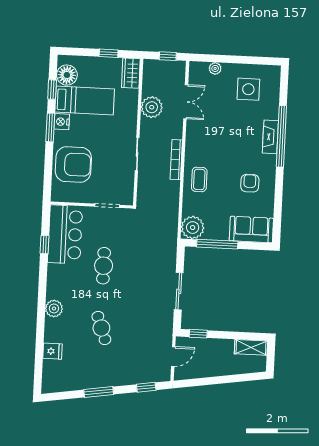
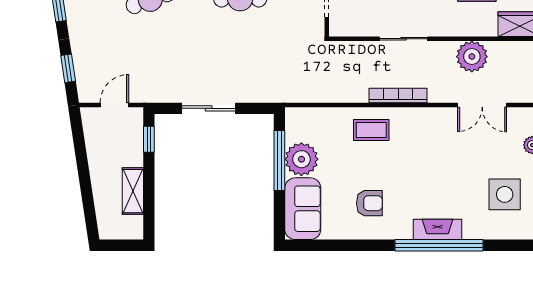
plant: (193, 228) -> (301, 159), moved
shelving: (251, 347) -> (133, 191), moved
door: (173, 356) -> (114, 105), swing flipped

